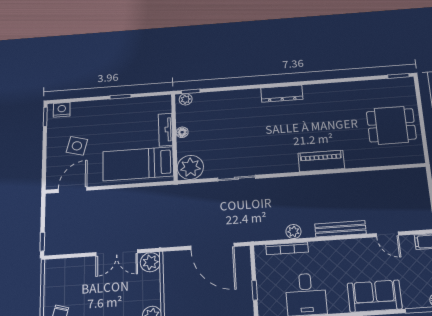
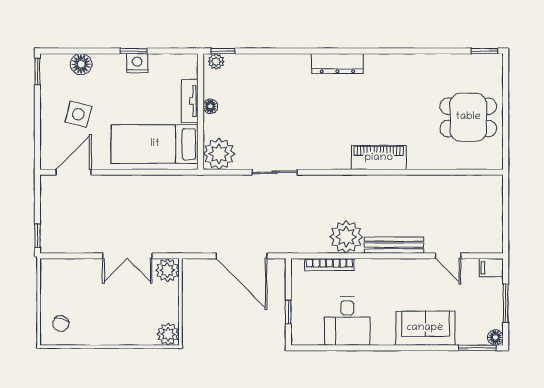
floor lamp: (80, 109) -> (81, 64), added
nightstand: (62, 110) -> (137, 63), moved
plant: (293, 232) -> (346, 237), width x1.88, depth x1.88

